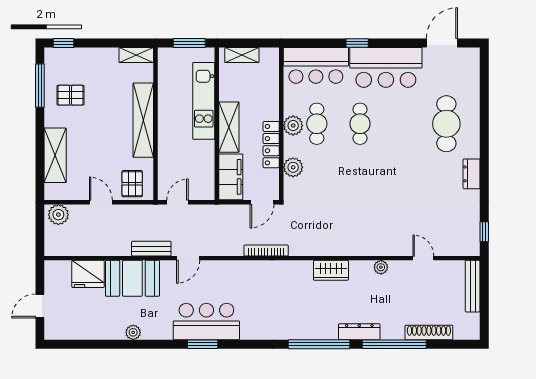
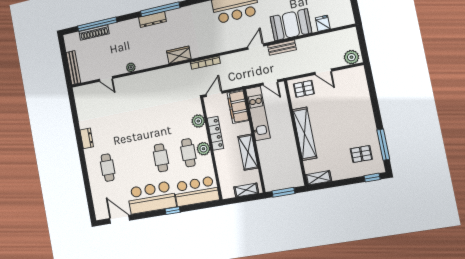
door: (442, 43) -> (120, 219), swing flipped
pallet: (71, 95) -> (361, 154), moved
kitchen unit: (204, 101) -> (258, 113), moved
cafe table: (446, 124) -> (108, 168), width x0.73, depth x0.74
shelving: (229, 127) -> (248, 152), moved
shelving: (55, 155) -> (362, 98), removed
pallet: (132, 184) -> (304, 89), turned 90
door: (177, 202) -> (270, 82), hinge flipped
window: (484, 232) -> (73, 103), removed
wardrobe: (331, 270) -> (179, 55), moved
fridge: (88, 274) -> (323, 23), width x0.53, depth x0.75
dresser: (359, 332) -> (152, 19), moved
window: (394, 344) -> (97, 24), moved

